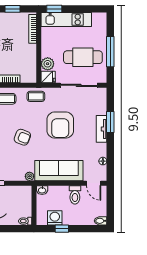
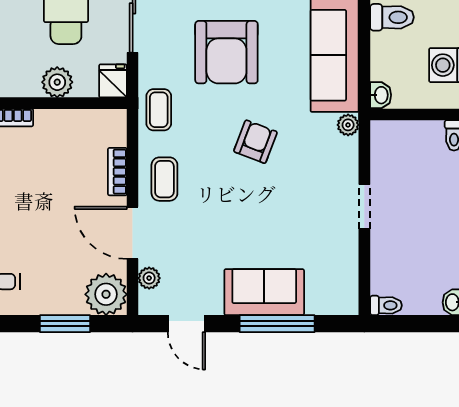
plant: (48, 64) -> (57, 82), moved
armchair: (60, 125) -> (226, 52), turned 90

